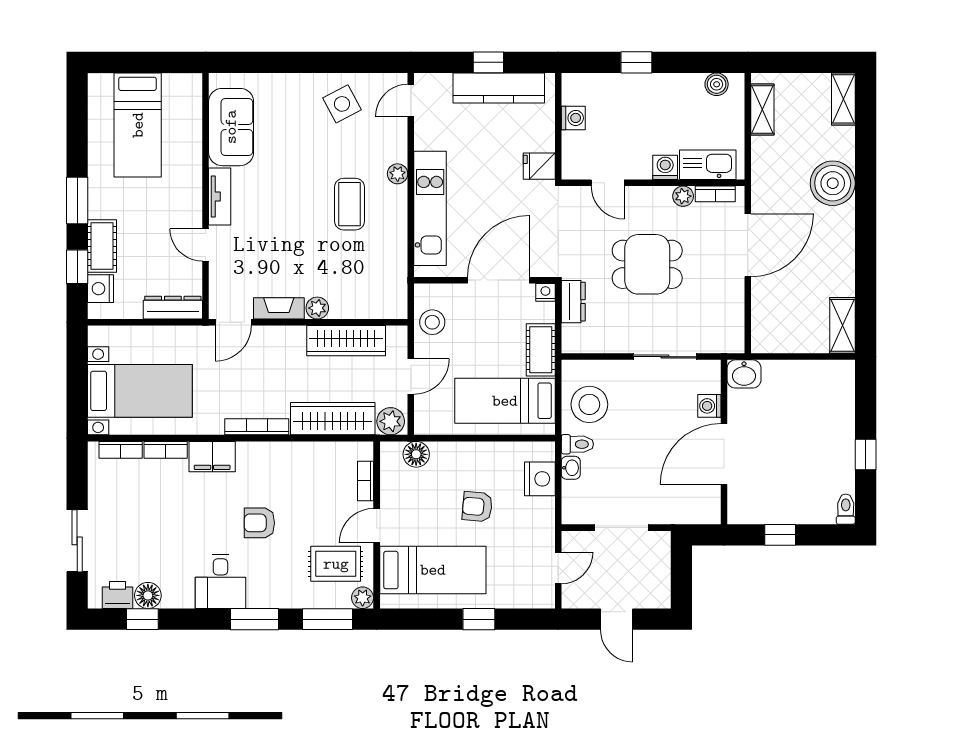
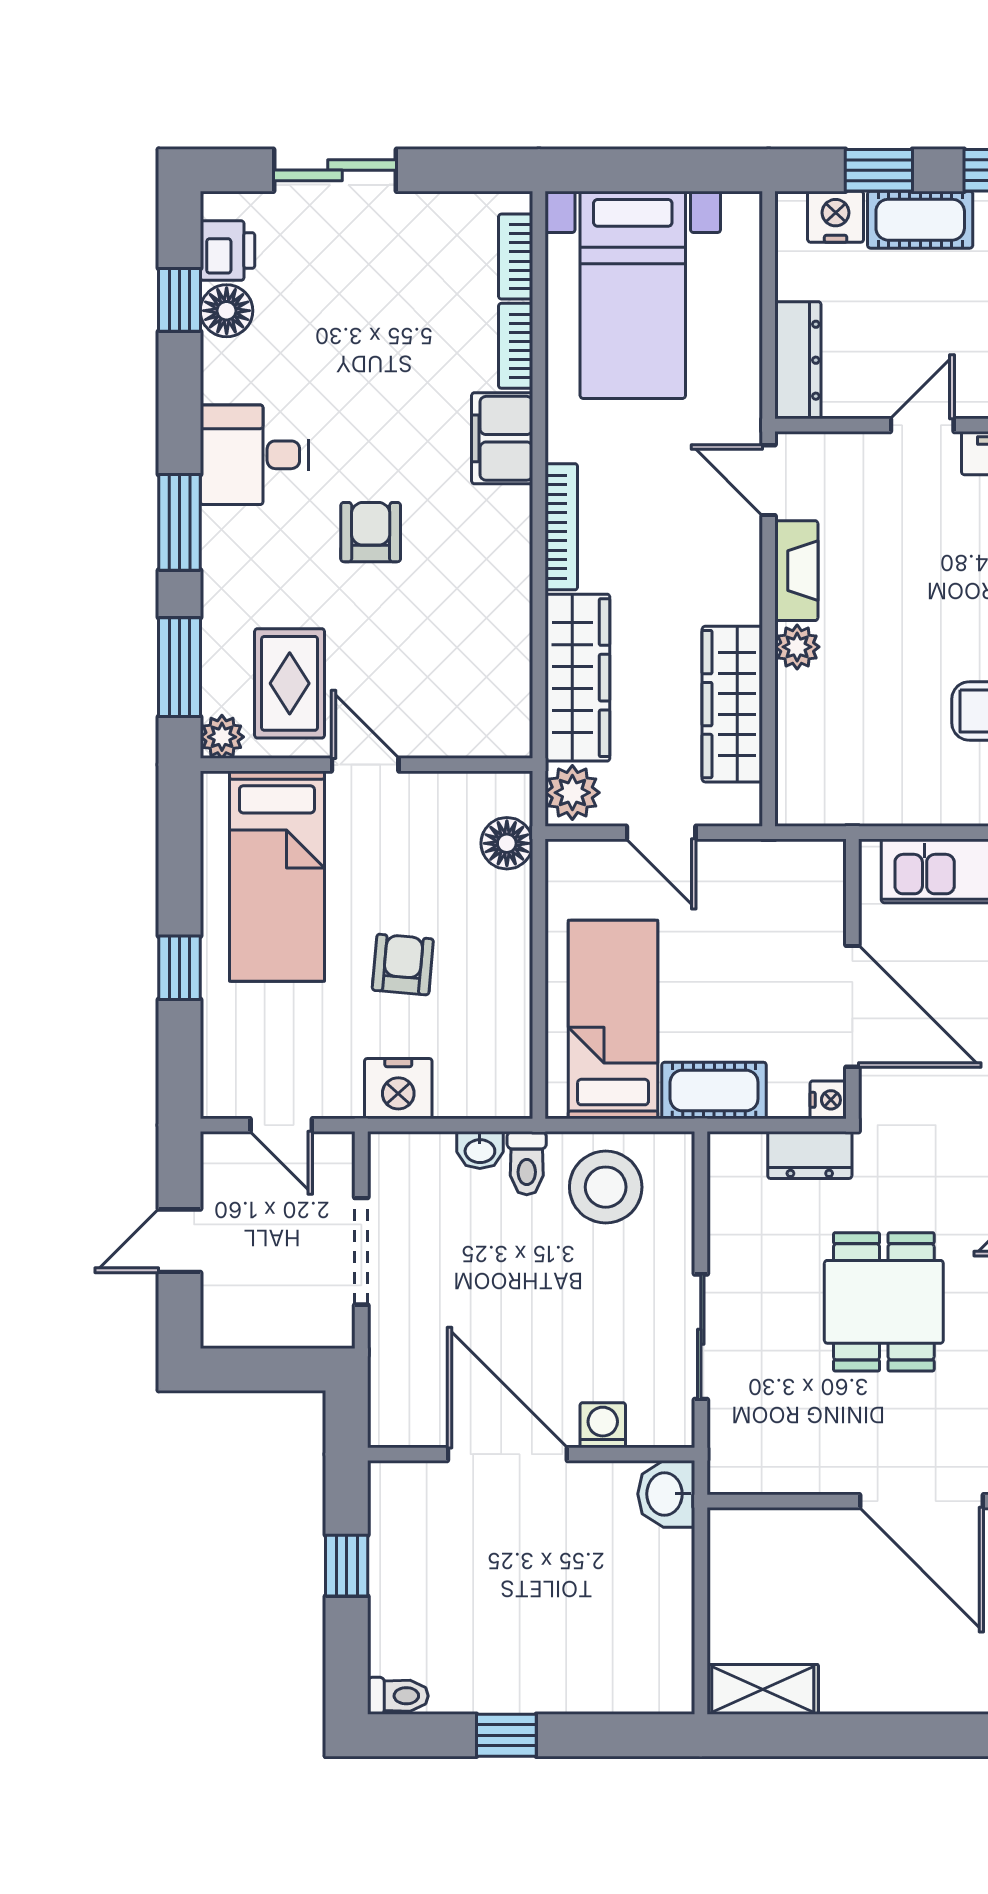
stool: (432, 322) -> (769, 875), removed
nightstand: (540, 479) -> (398, 1089), moved
bookcase: (366, 481) -> (454, 743), removed

